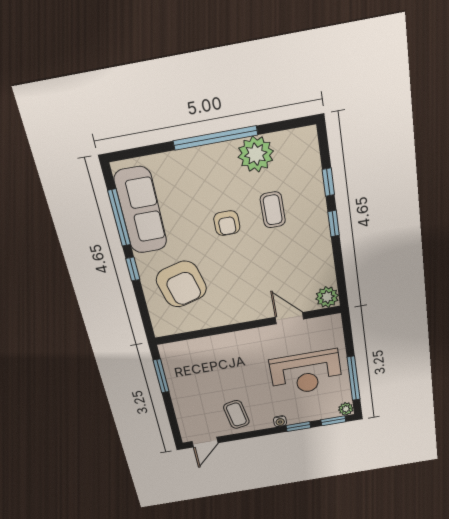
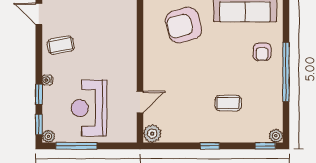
plant: (256, 154) -> (276, 136), moved, width x0.53, depth x0.53
window: (328, 182) -> (265, 146), moved
armchair: (227, 223) -> (262, 52), moved, turned -90

